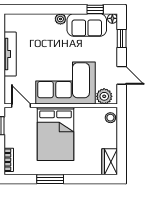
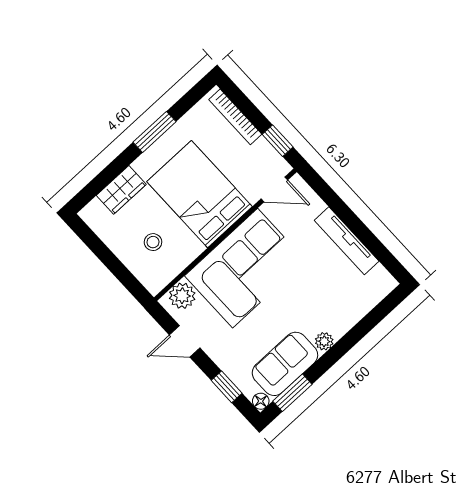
window: (95, 9) -> (292, 393), width x1.50
stool: (110, 118) -> (153, 242), moved
bookcase: (9, 160) -> (235, 117), width x1.56
wardrobe: (110, 162) -> (121, 190), moved, turned 90

